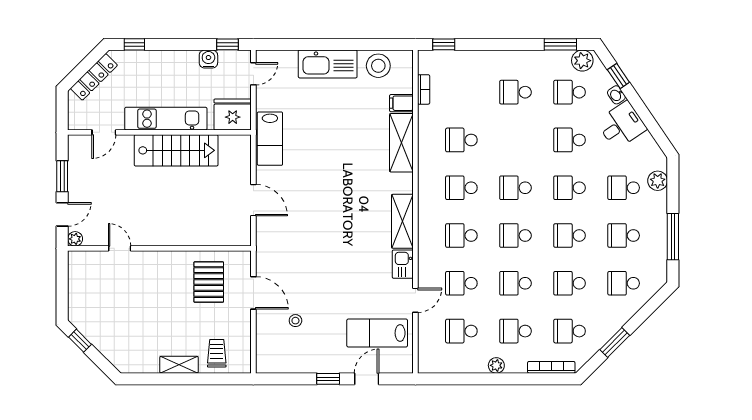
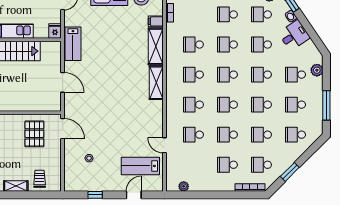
fridge: (233, 115) -> (55, 31), width x0.53, depth x0.75
shelving: (402, 221) -> (156, 83), moved
kitchen sink: (403, 264) -> (157, 123), removed
door: (253, 293) -> (63, 129), moved
door: (415, 300) -> (164, 145), swing flipped
school desk: (461, 331) -> (227, 45), moved
plant: (496, 365) -> (184, 186), moved
window: (328, 379) -> (95, 195), moved

